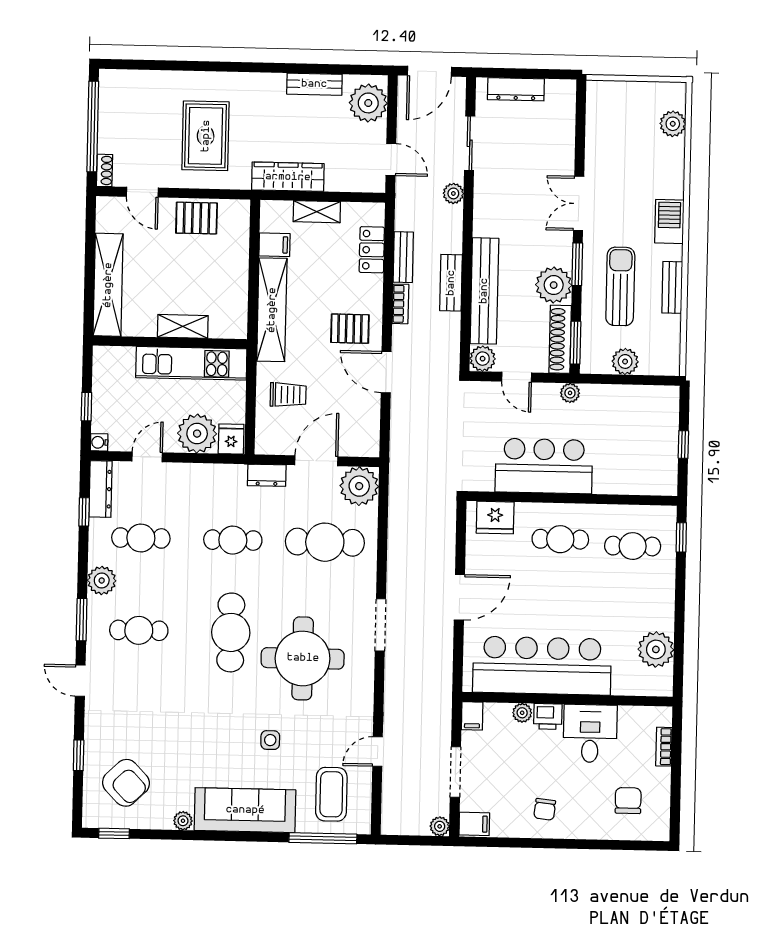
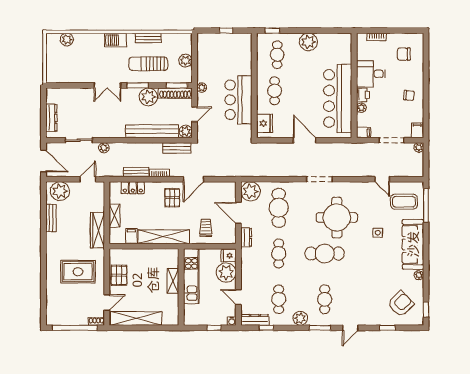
bench: (451, 283) -> (177, 148), moved
shelving: (108, 285) -> (136, 318), moved
plant: (656, 649) -> (308, 42), moved

